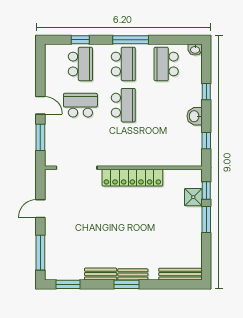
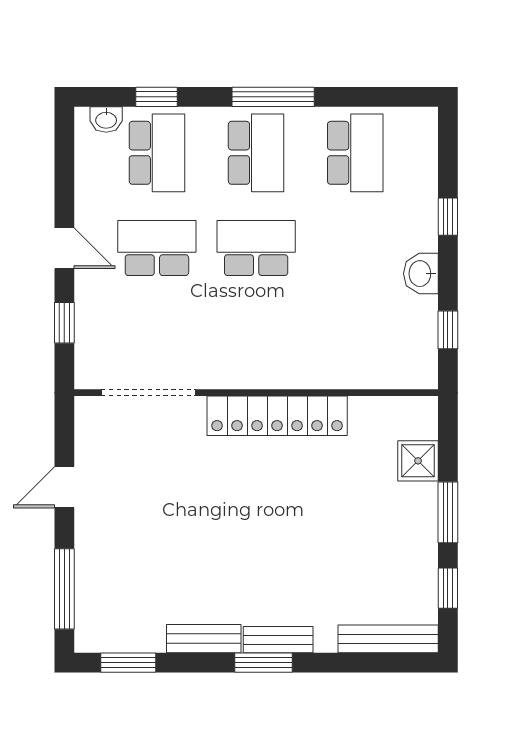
washbasin: (195, 50) -> (106, 119), moved
school desk: (166, 64) -> (355, 153), turned 180
school desk: (123, 105) -> (256, 248), turned -90
window: (40, 137) -> (64, 323), width x0.67
window: (206, 191) -> (448, 588), moved

